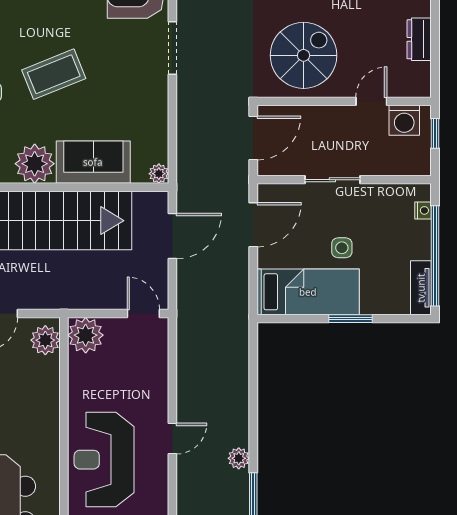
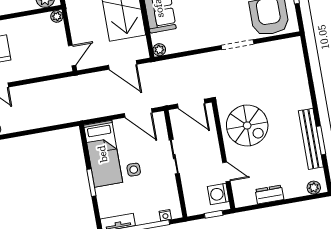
plant: (86, 335) -> (57, 16), width x0.53, depth x0.53

